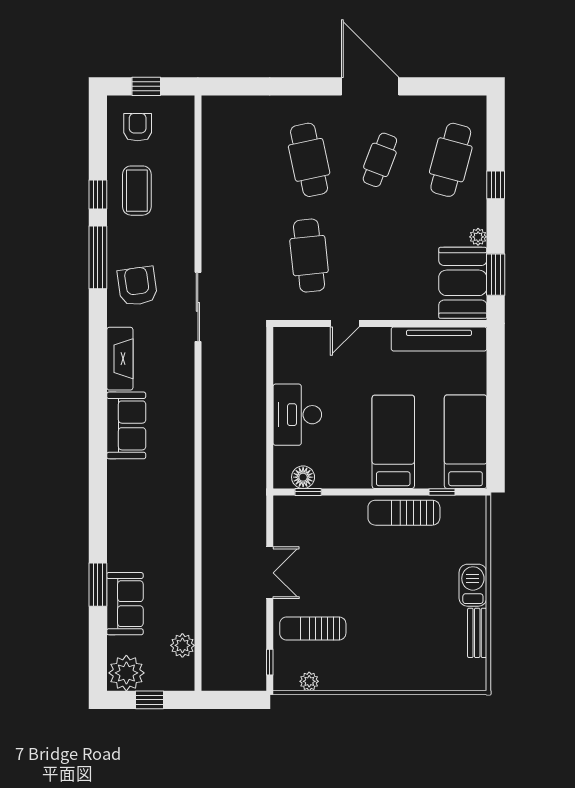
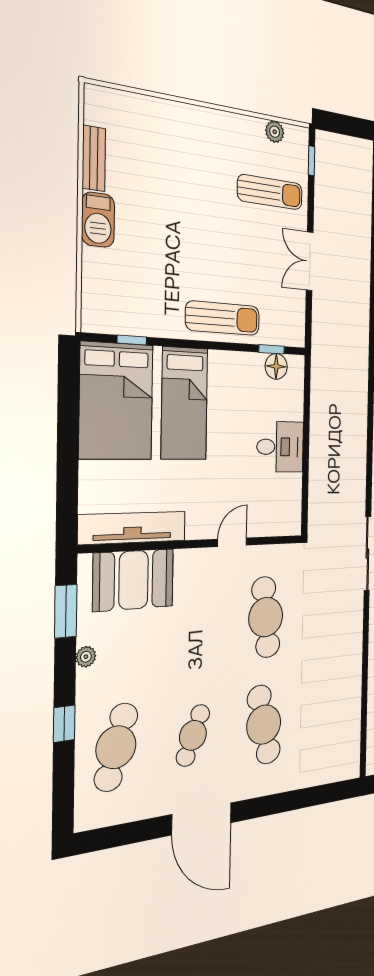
booth: (463, 283) -> (134, 580), moved, turned 90
desk: (297, 415) -> (280, 447), width x0.73
bed: (466, 442) -> (116, 401), width x1.50
sun lounger: (404, 513) -> (223, 318), moved

